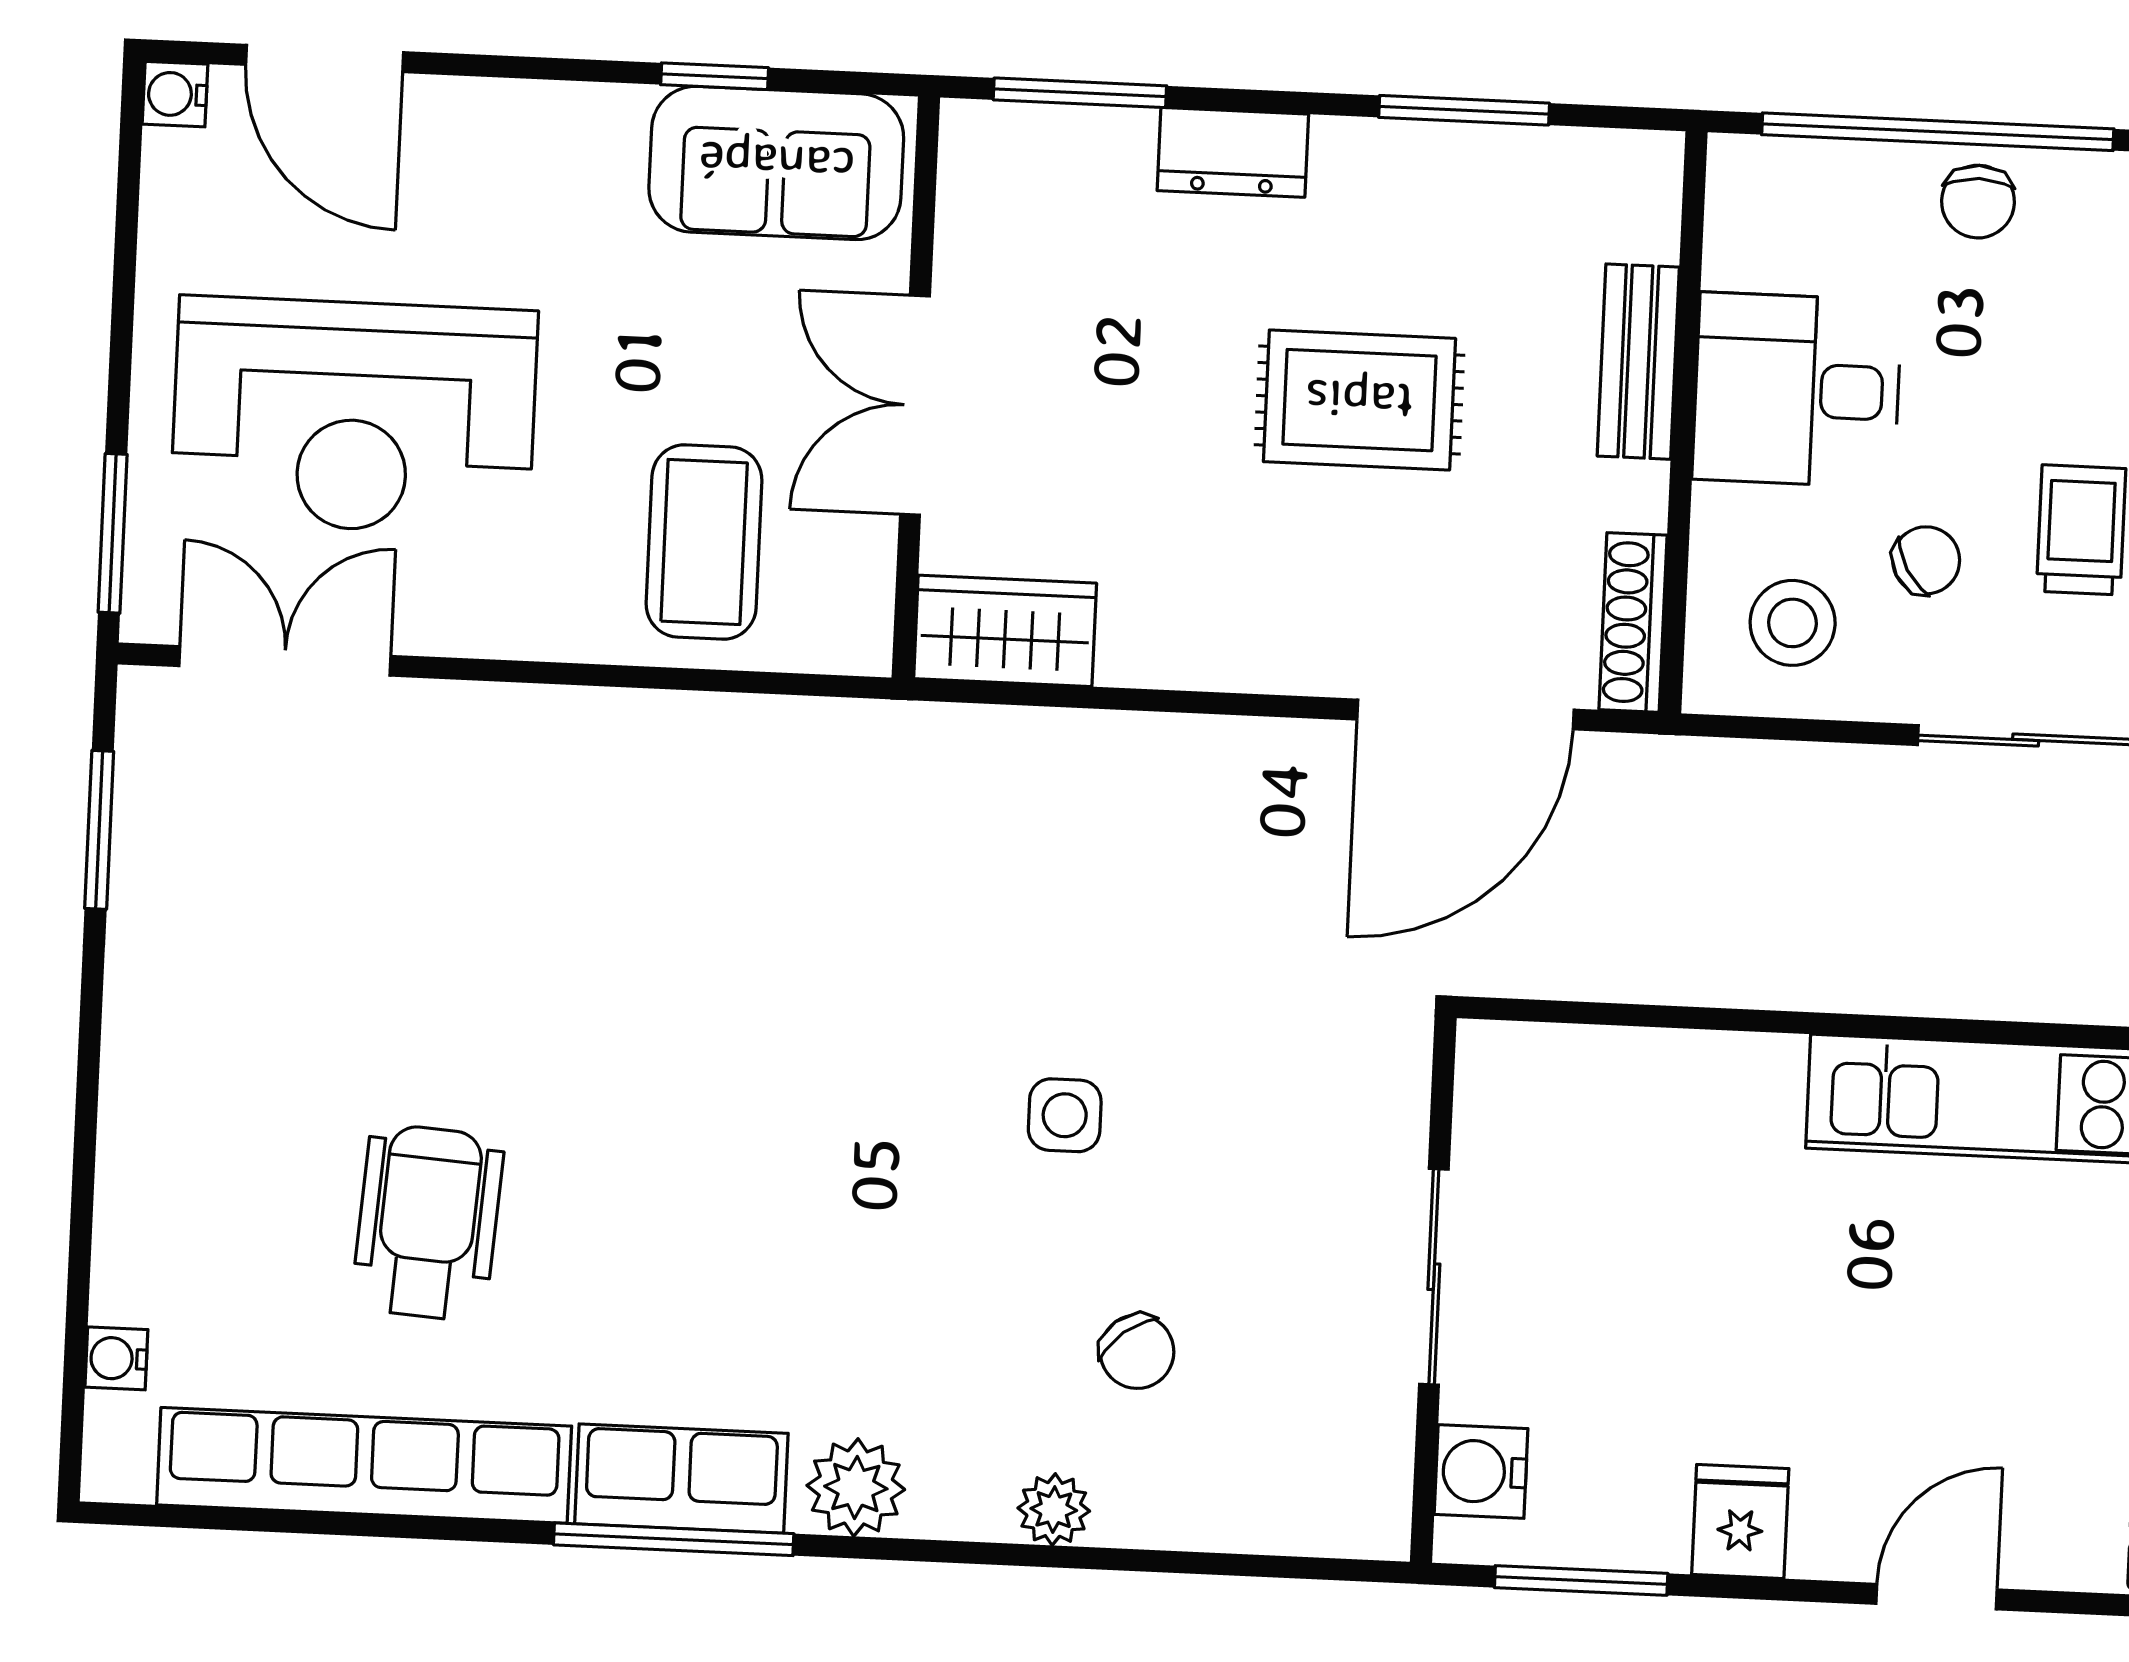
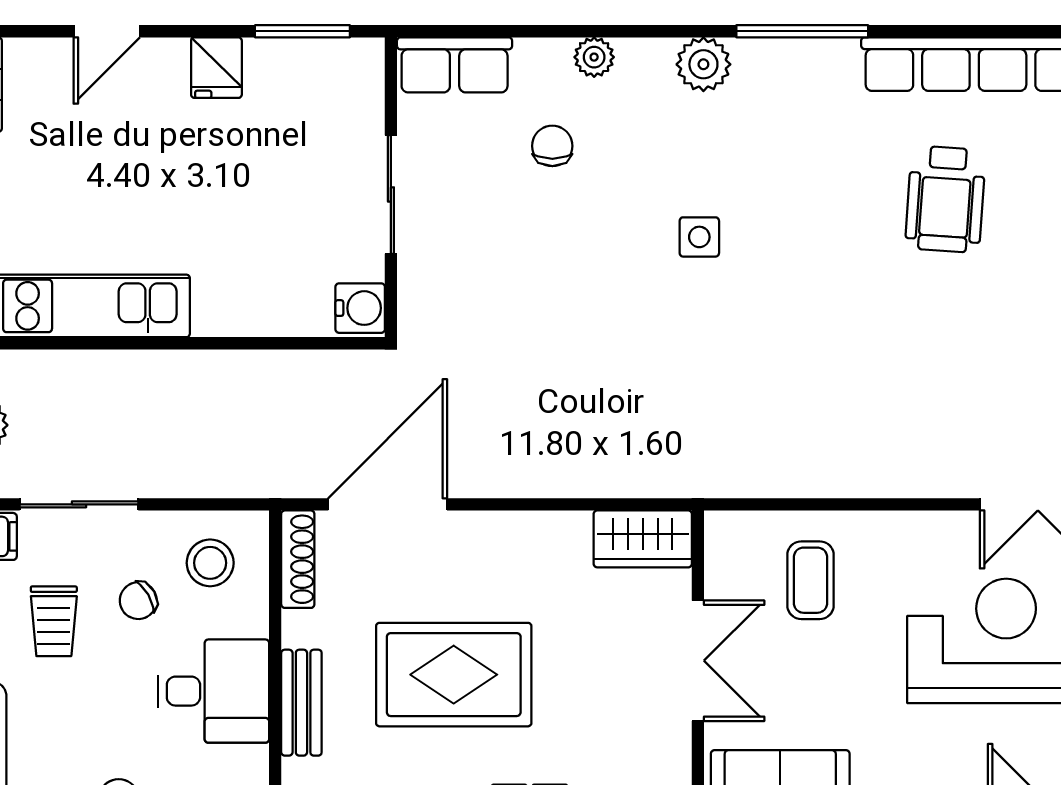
rug: (1359, 400) -> (454, 675), width x1.36, depth x1.43
coffee table: (704, 542) -> (810, 580), width x0.73, depth x0.77
side table: (1065, 1115) -> (699, 237), moved
chair: (1137, 1352) -> (552, 146), turned 38
water cooler: (1481, 1471) -> (360, 308), moved
row of seats: (681, 1479) -> (455, 65), moved

